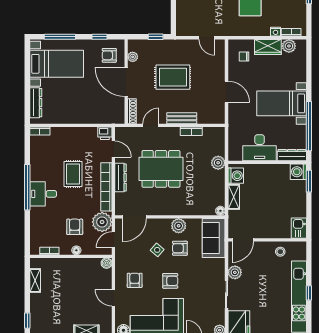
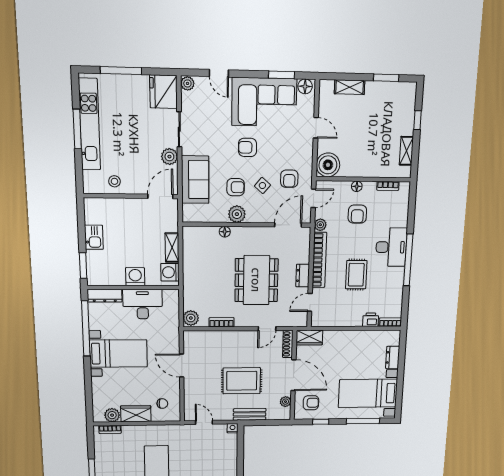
nightstand: (276, 32) -> (233, 428), moved
window: (156, 37) -> (260, 423), removed
dresser: (36, 103) -> (393, 357), width x0.70
wardrobe: (113, 117) -> (309, 338), added
bench: (182, 118) -> (250, 414), moved
printer: (105, 133) -> (371, 320), moved
door: (113, 149) -> (310, 302), hinge flipped
plant: (218, 163) -> (191, 318), moved
dining table: (161, 169) -> (256, 280), turned 90
washing machine: (298, 172) -> (135, 277), moved, turned -90
dresser: (121, 178) -> (303, 276), width x0.70
desk: (43, 194) -> (391, 247), width x1.37
floor lamp: (220, 211) -> (225, 232), moved
plant: (102, 222) -> (320, 225), width x0.53, depth x0.53
kitchen sink: (299, 228) -> (94, 237), moved
sofa: (214, 238) -> (195, 180), moved
boiler: (107, 263) -> (328, 165), width x1.86, depth x1.86
armchair: (135, 280) -> (289, 179), moved
window: (309, 293) -> (77, 129), width x2.17
window: (27, 321) -> (418, 120), moved

